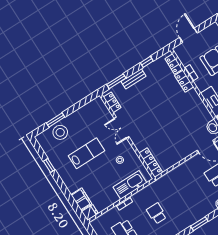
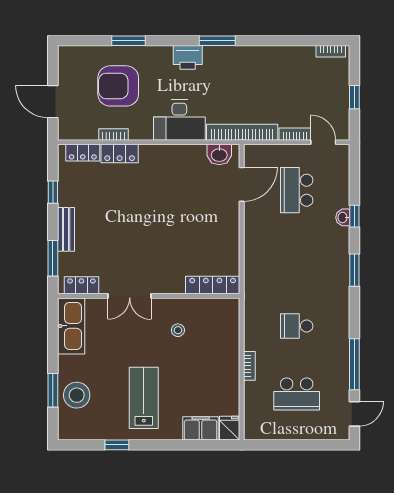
lab bench: (86, 153) -> (144, 398), moved
kitchen sink: (130, 185) -> (71, 326), moved, turned 180

